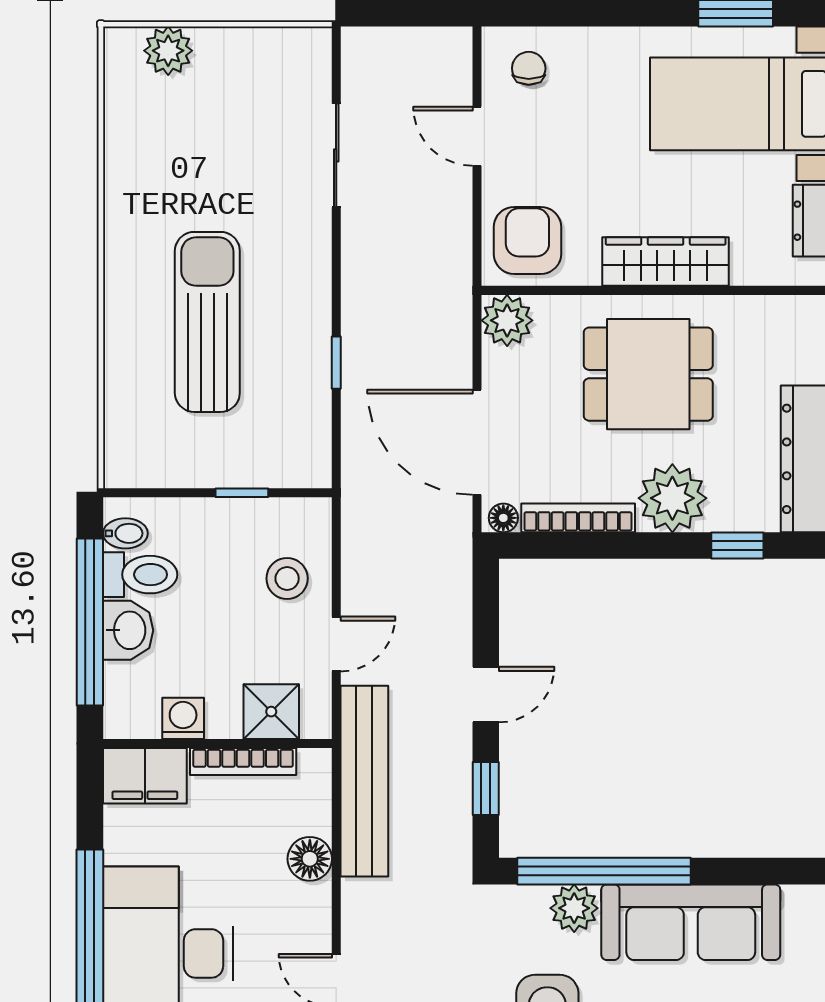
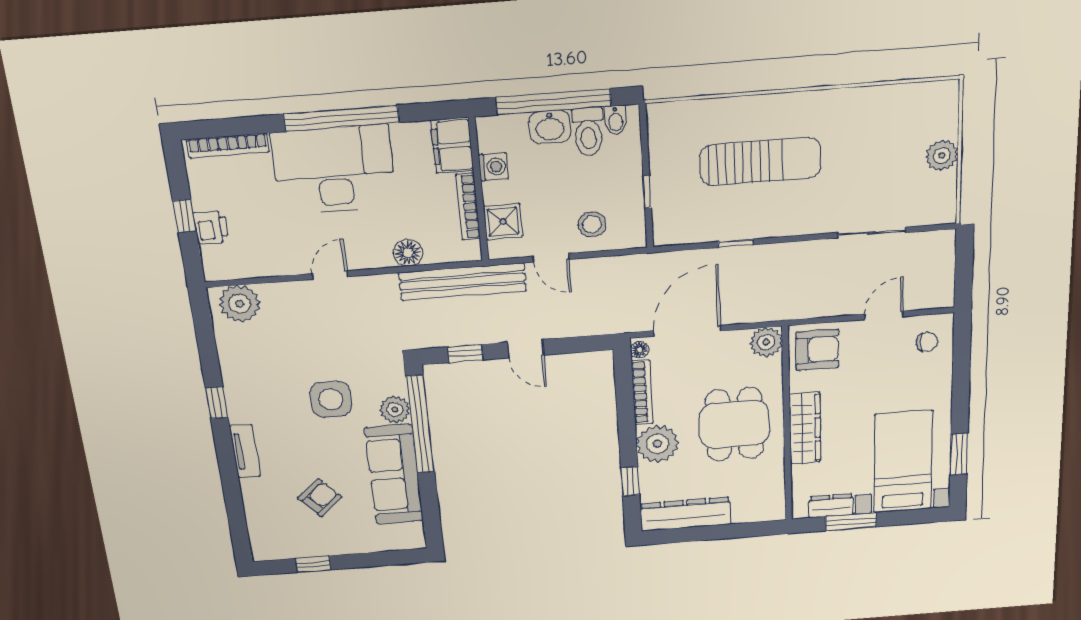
plant: (168, 51) -> (942, 155), moved

